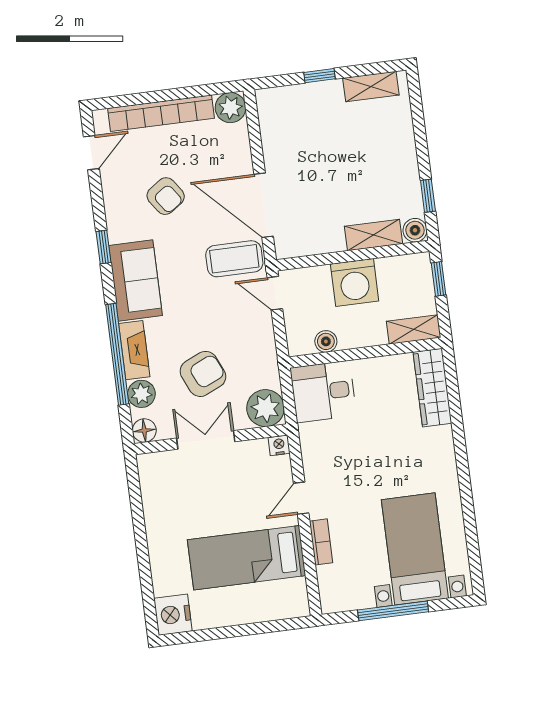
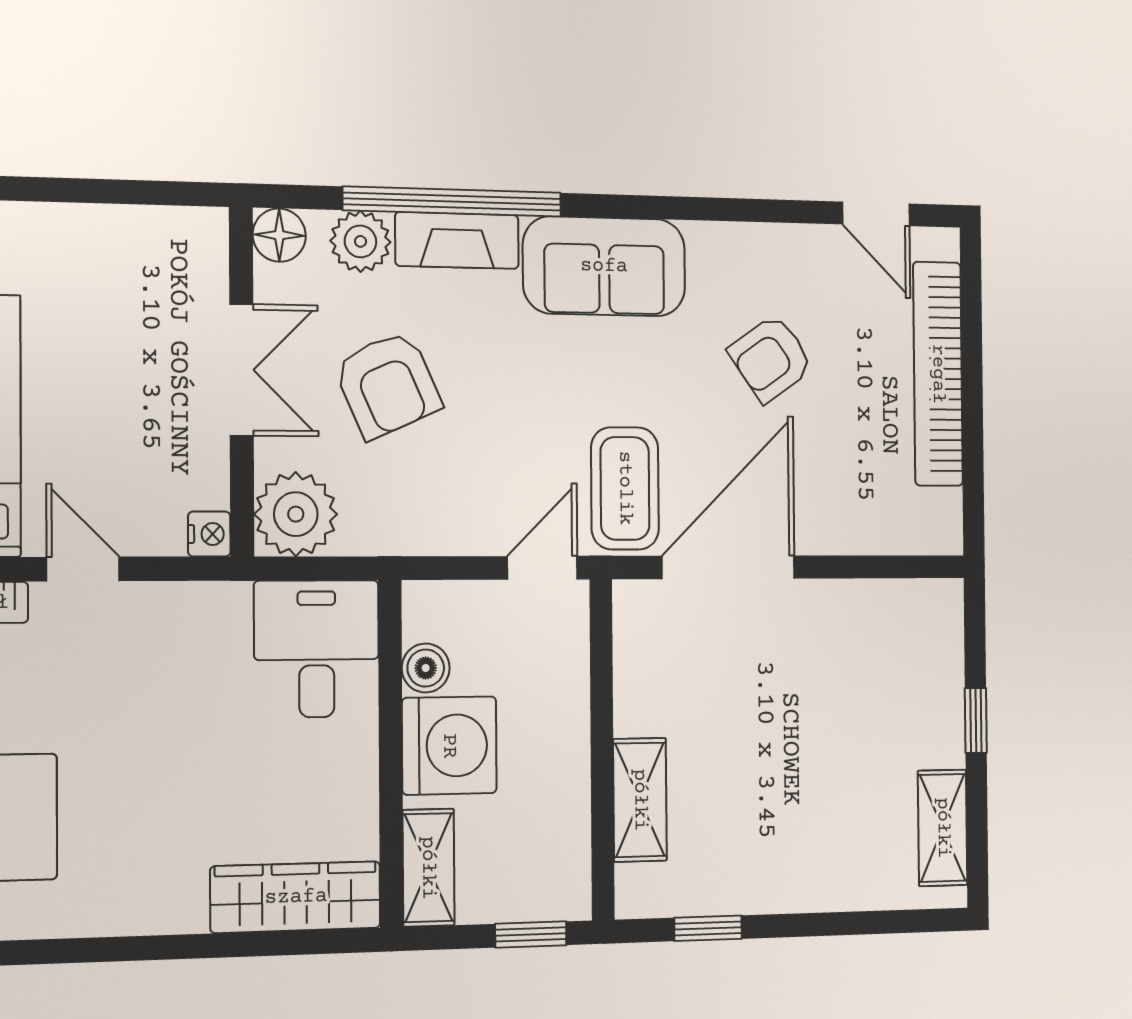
plant: (230, 108) -> (933, 523), removed
boiler: (415, 230) -> (640, 892), removed
window: (103, 247) -> (682, 208), removed
washing machine: (355, 282) -> (449, 746), moved, turned 180

